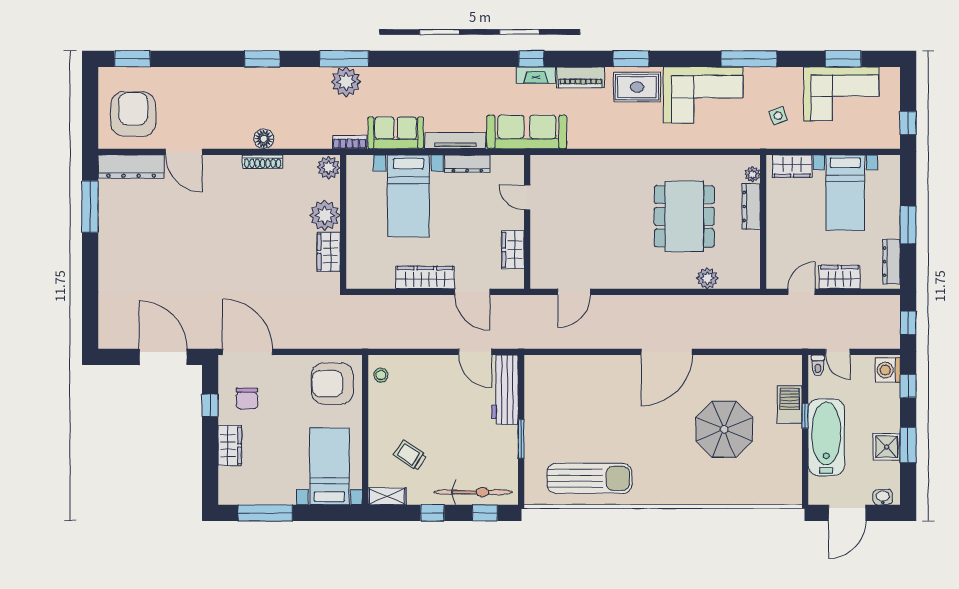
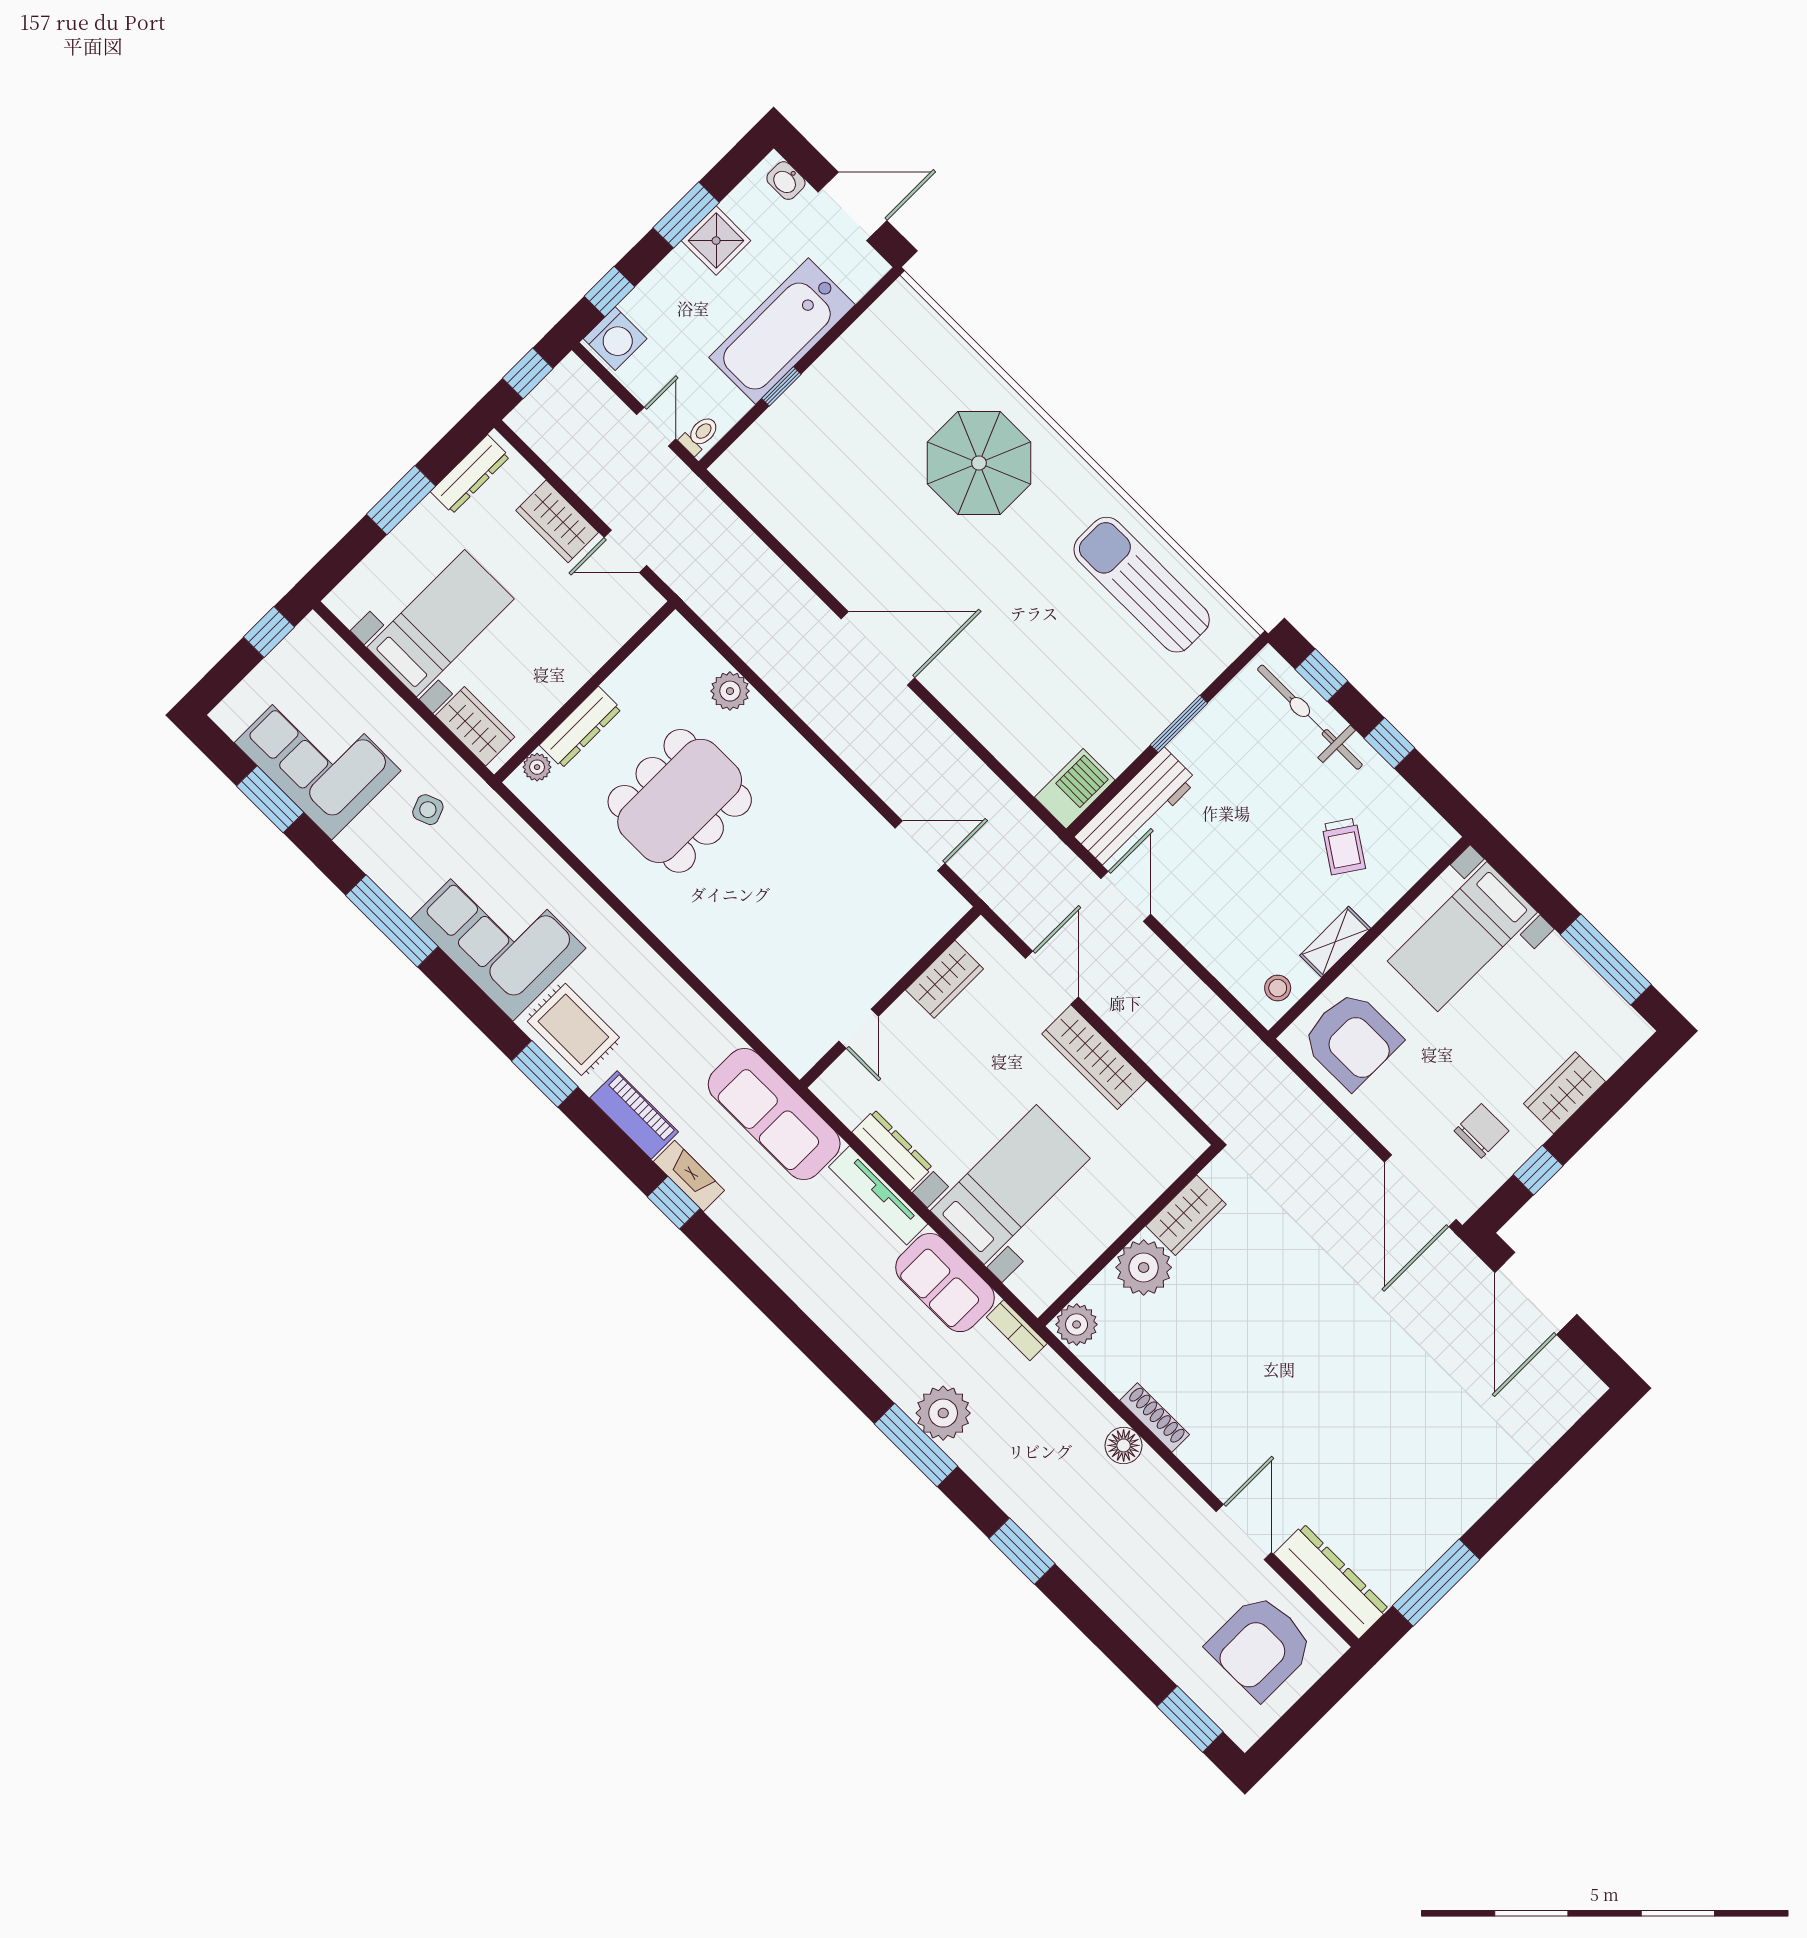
barbecue: (790, 405) -> (1075, 789), moved, turned 180
parasol: (724, 429) -> (979, 463), moved
shelving: (387, 496) -> (1335, 942), moved, turned 90

